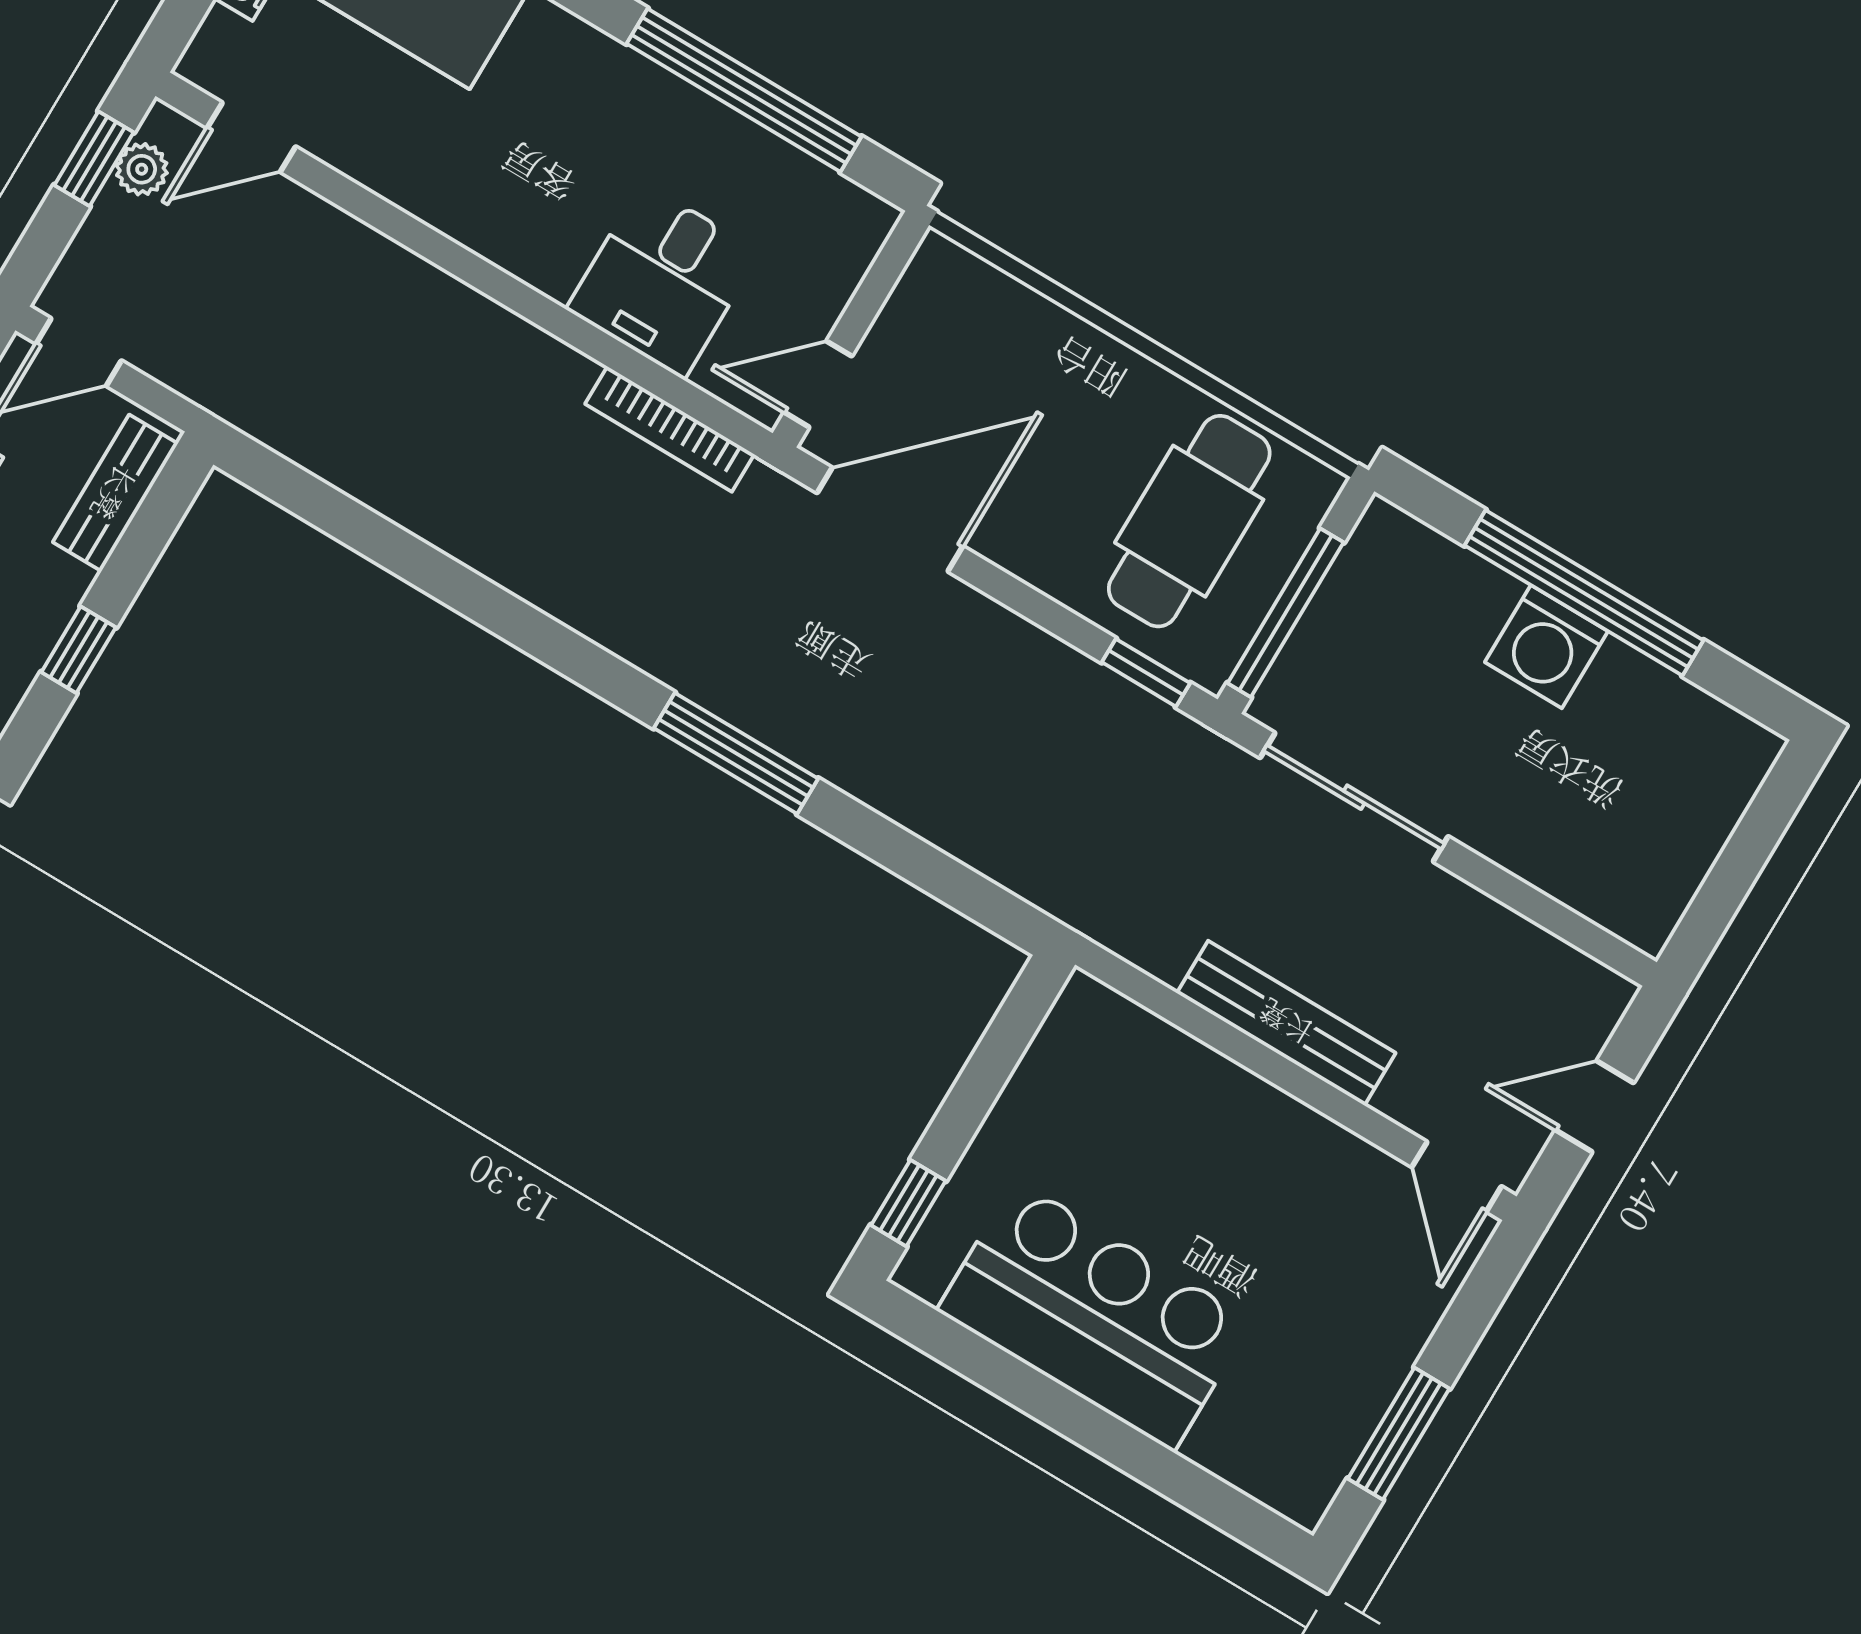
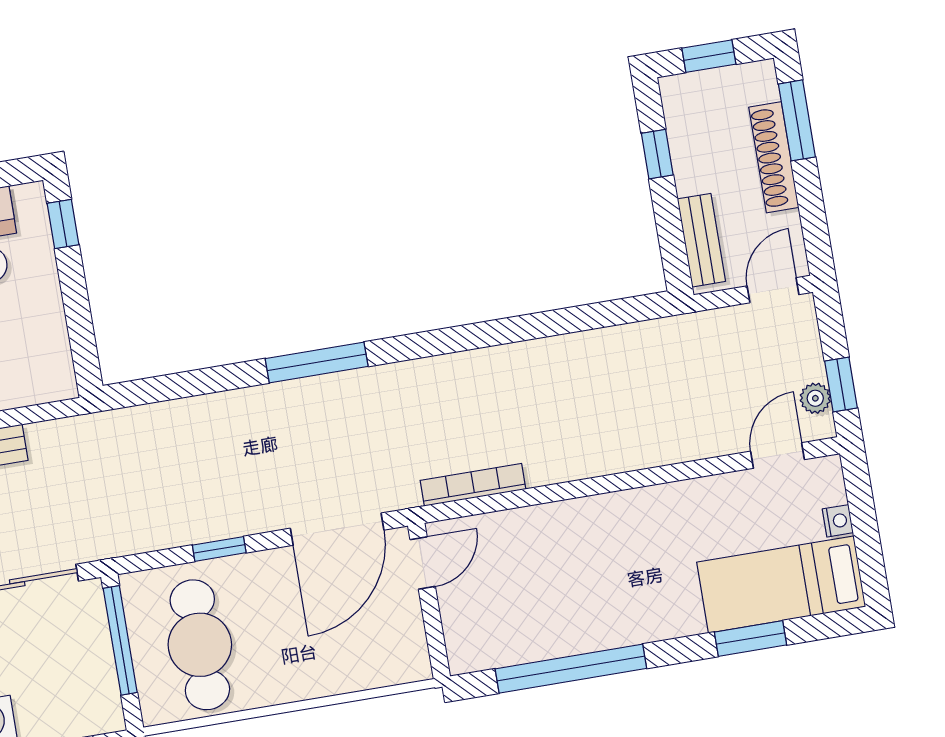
desk: (663, 281) -> (534, 550), removed
window: (1146, 673) -> (219, 549), moved

